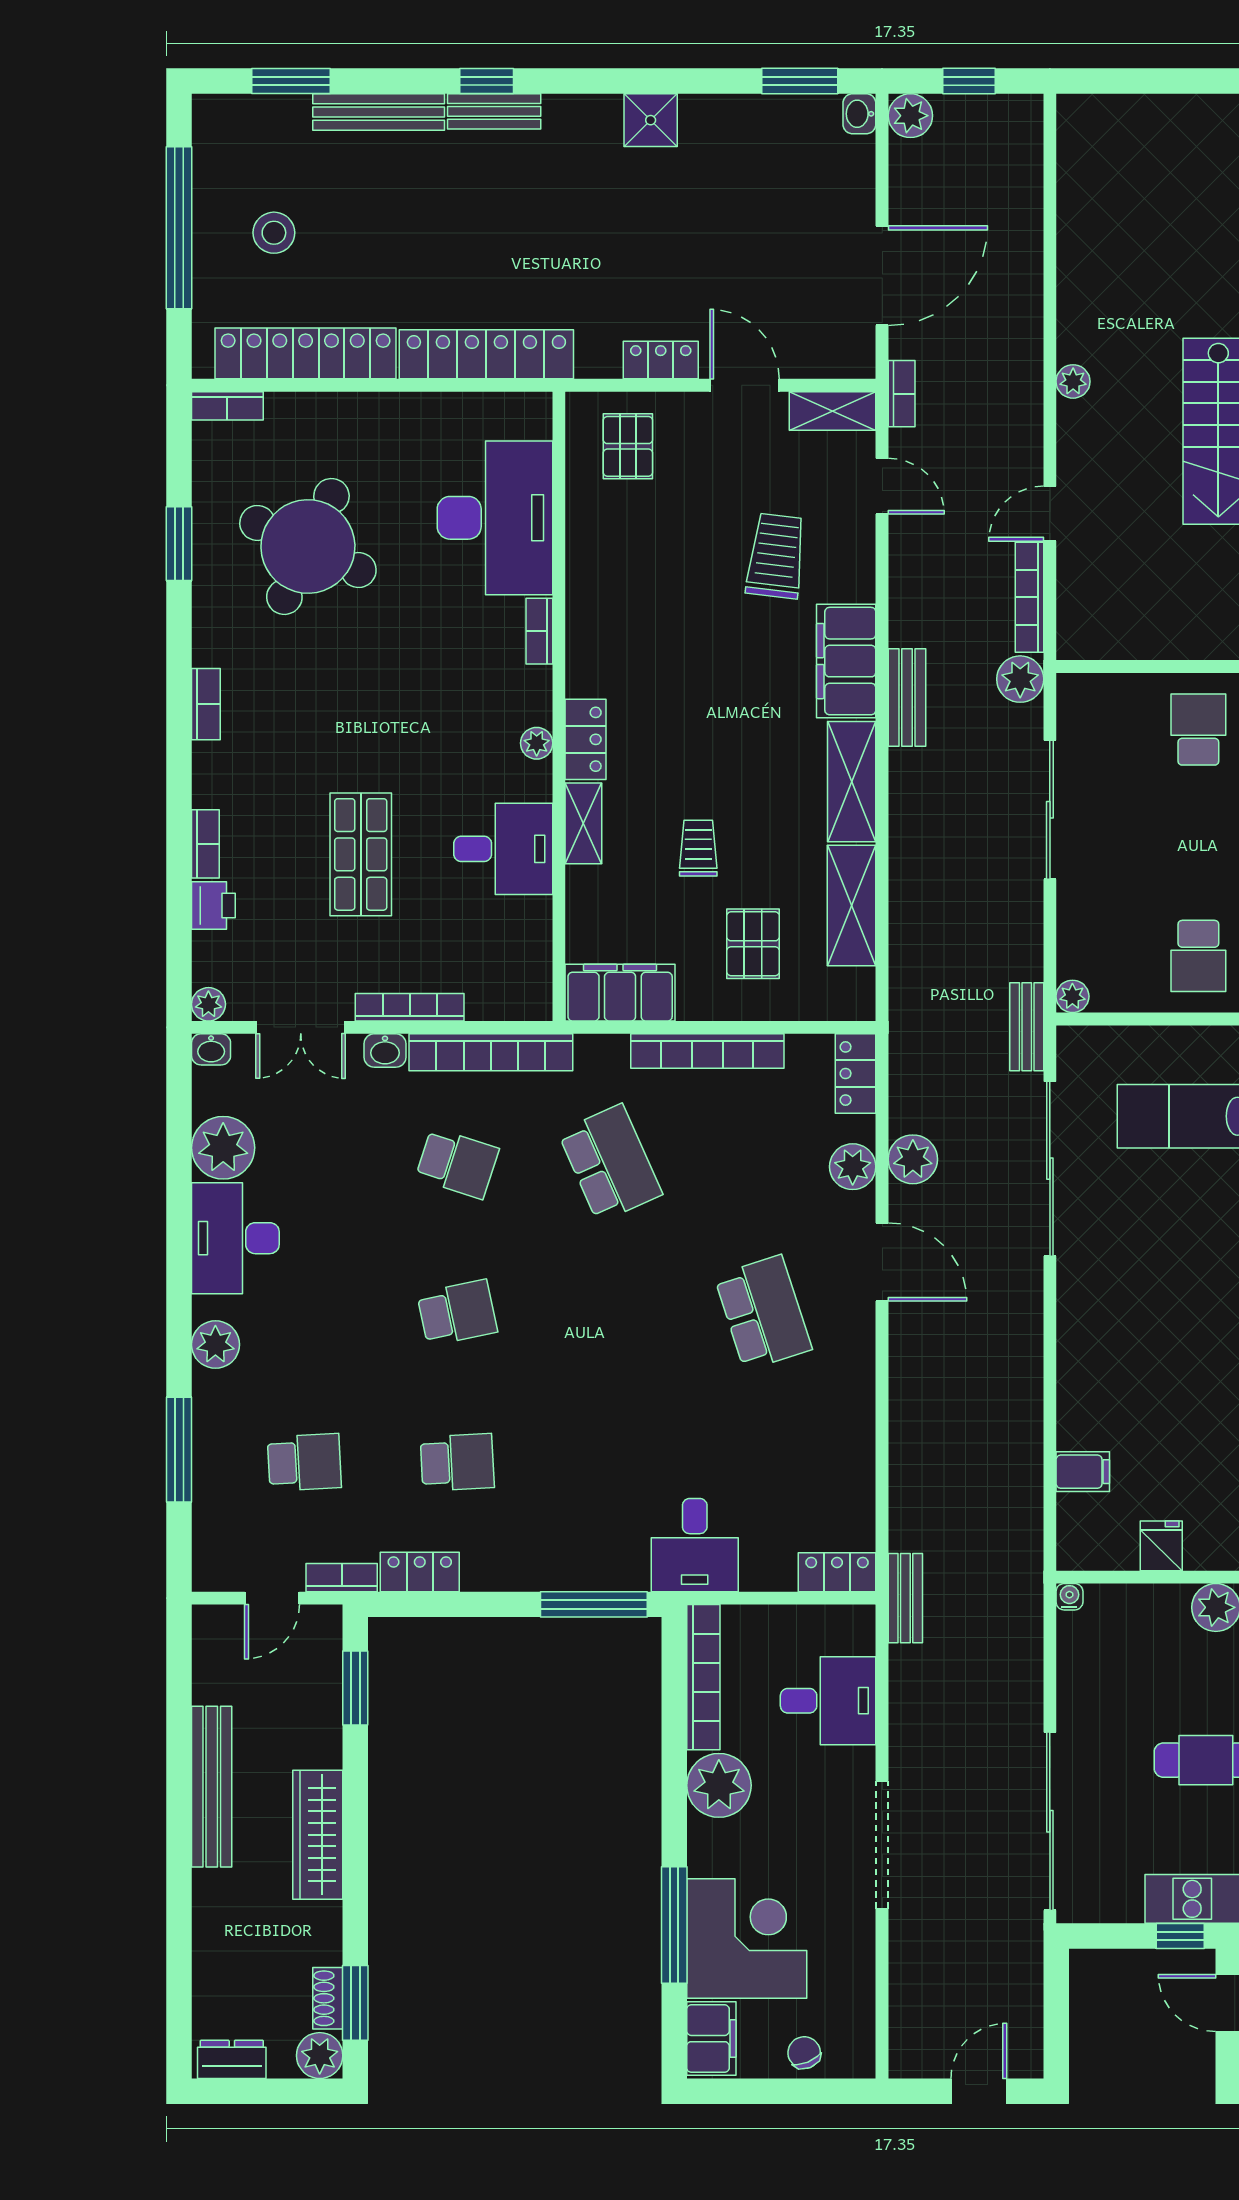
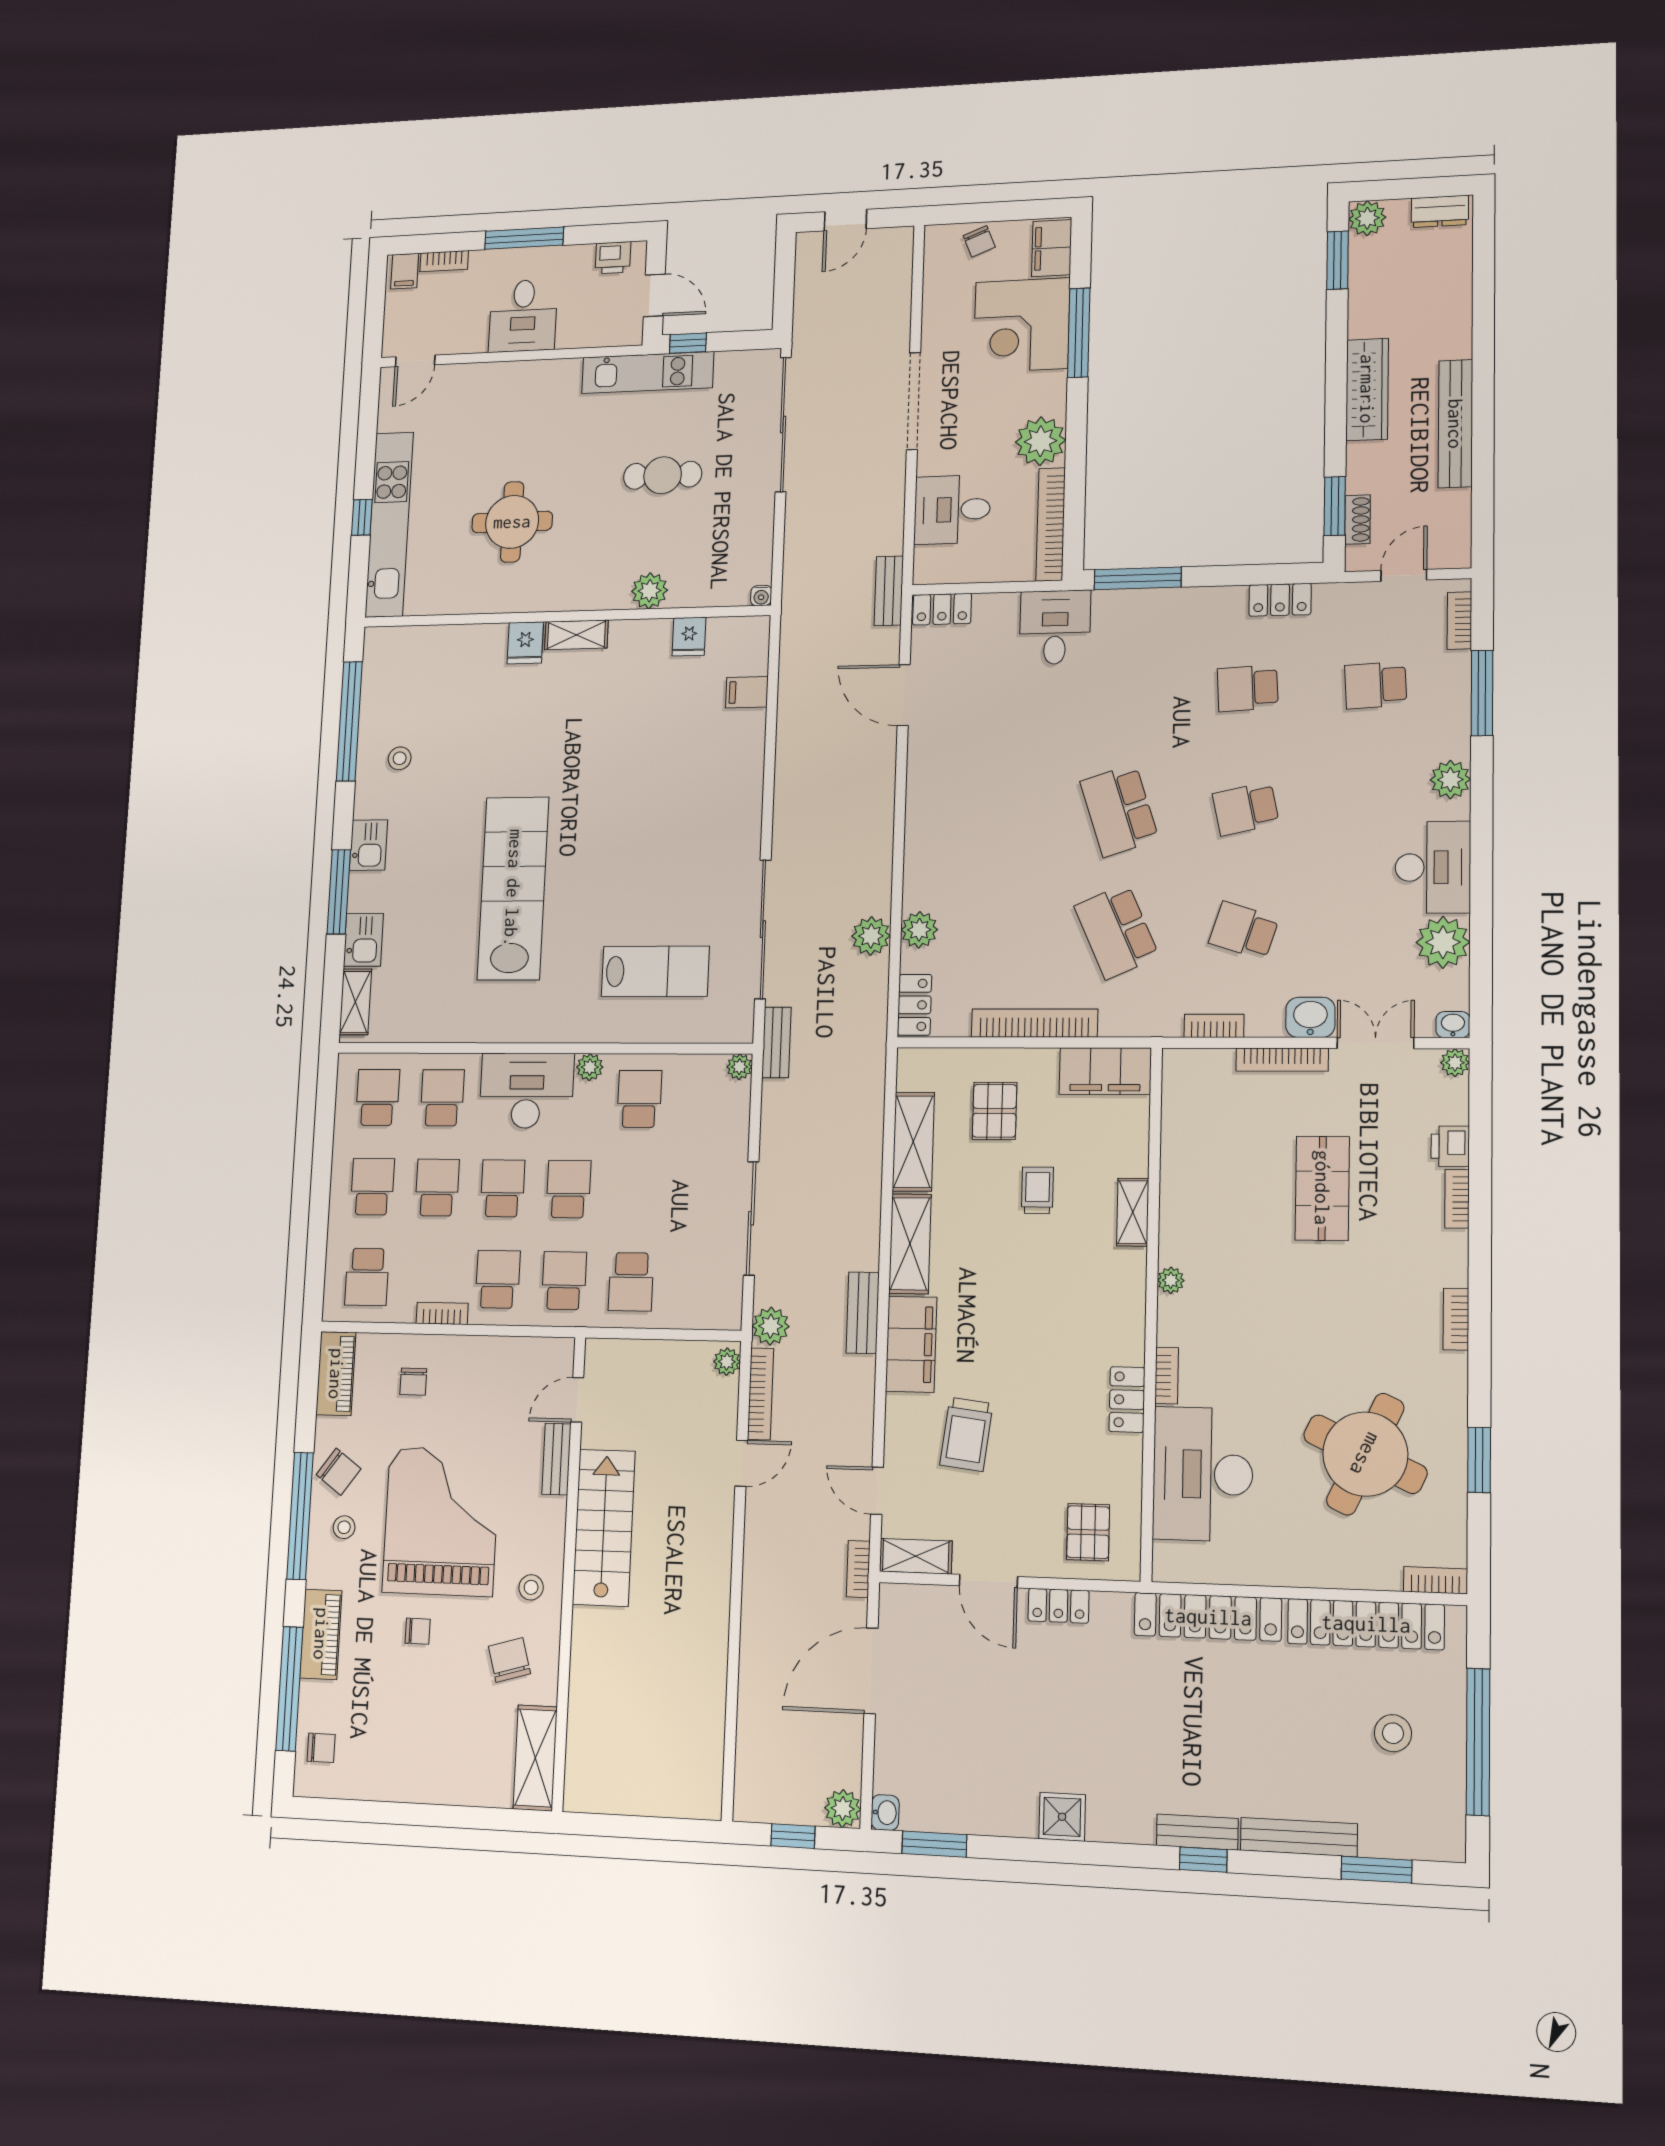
plant: (1073, 381) -> (727, 1362), moved
locker: (585, 739) -> (1127, 1400), moved
trolley: (698, 848) -> (1037, 1190), turned 180
desk: (503, 849) -> (1201, 1192), removed
washbasin: (385, 1050) -> (1310, 1017), width x1.38, depth x1.45
bookcase: (491, 1052) -> (1214, 1026), width x0.43, depth x0.76
door: (882, 1262) -> (904, 695), moved
school desk: (763, 1313) -> (1119, 810), moved
bookcase: (342, 1578) -> (1459, 621), moved, turned 90
shoe rack: (328, 1998) -> (1358, 520), moved

